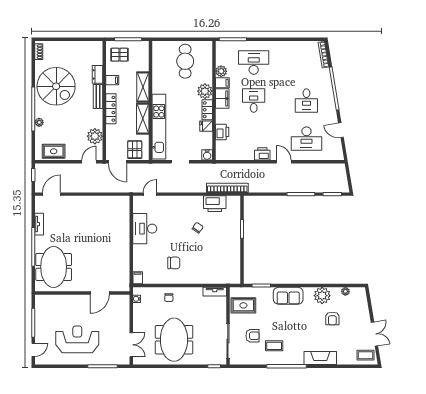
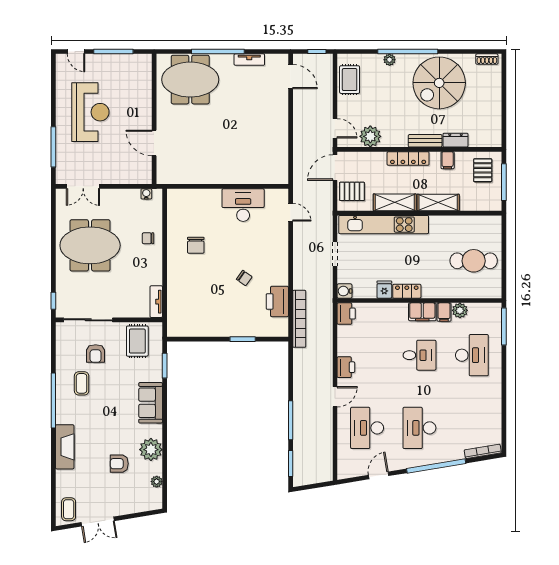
plant: (205, 91) -> (432, 288), removed
desk: (306, 101) -> (419, 428), width x1.37
printer: (222, 132) -> (346, 314), moved, turned -90
filing cabinet: (138, 278) -> (175, 195), removed

